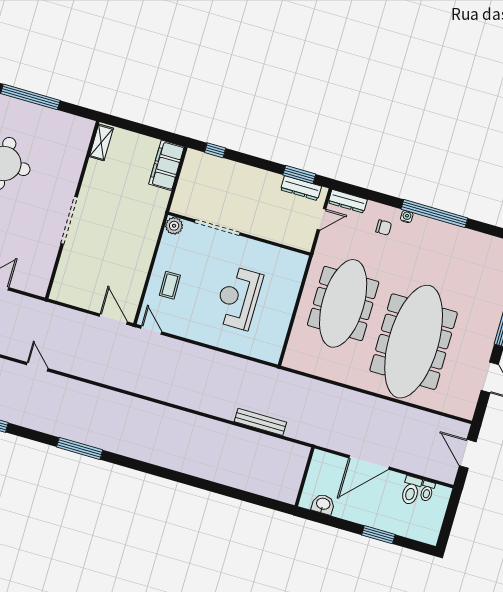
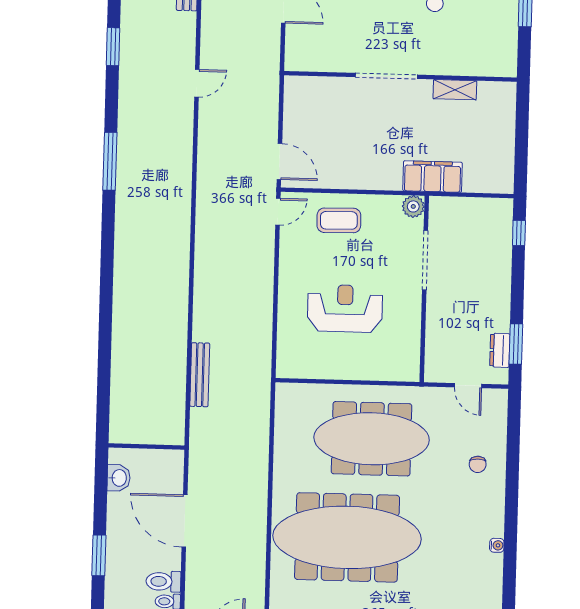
shelving: (101, 142) -> (455, 90), moved
filing cabinet: (166, 165) -> (433, 177), moved
dresser: (301, 188) -> (500, 350), width x0.70
dresser: (348, 201) -> (498, 412), removed
window: (434, 214) -> (511, 522), removed
water cooler: (407, 217) -> (497, 545), moved
coffee table: (170, 285) -> (339, 220), width x1.36, depth x1.30
door: (113, 319) -> (279, 162), hinge flipped

